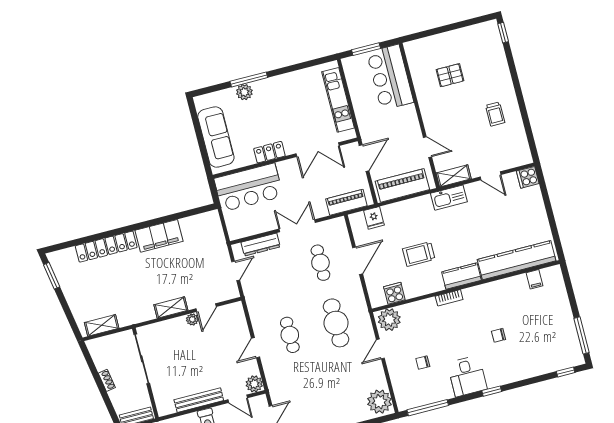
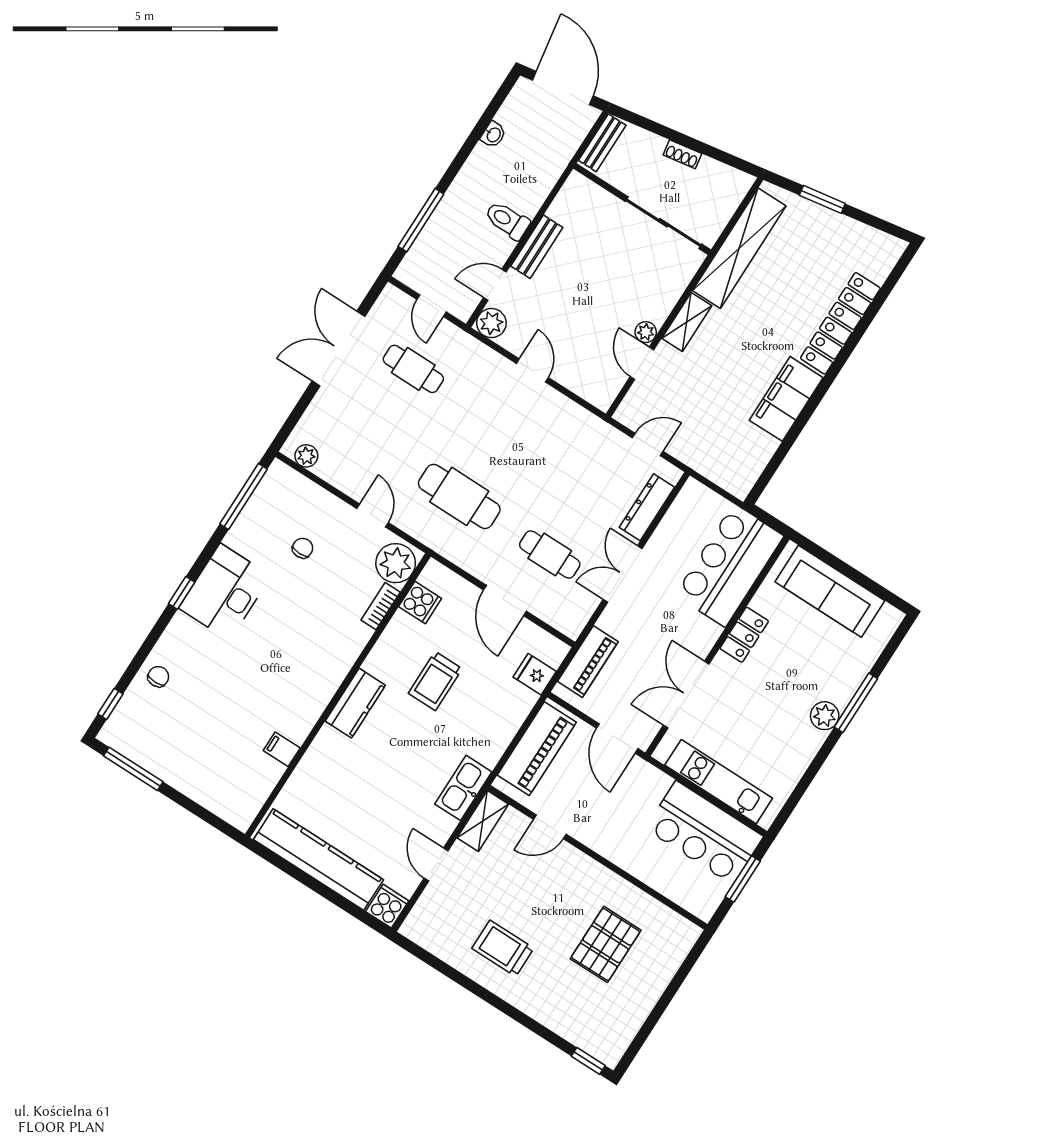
pallet: (450, 75) -> (606, 944), width x1.50, depth x1.42
bar counter: (390, 77) -> (704, 833), moved, turned 180
plant: (244, 92) -> (825, 716), moved
trolley: (495, 114) -> (503, 948), width x1.36, depth x1.39
door: (491, 176) -> (436, 865), hinge flipped
double door: (297, 226) -> (623, 574), swing flipped
trolley: (419, 254) -> (435, 681), turned 180
kitchen counter: (517, 260) -> (318, 860), moved, turned -90
door: (236, 271) -> (648, 445), swing flipped
window: (52, 276) -> (822, 199), moved
filing cabinet: (534, 279) -> (282, 749), moved
bookcase: (449, 298) -> (381, 606), moved
shelving: (102, 325) -> (739, 248), width x2.20, depth x1.33
cafe table: (290, 335) -> (413, 369), moved
chair: (499, 335) -> (158, 677), moved
desk: (467, 376) -> (225, 592), width x1.37
bench: (199, 400) -> (537, 247), width x0.73
plant: (379, 402) -> (306, 456), width x0.53, depth x0.53

